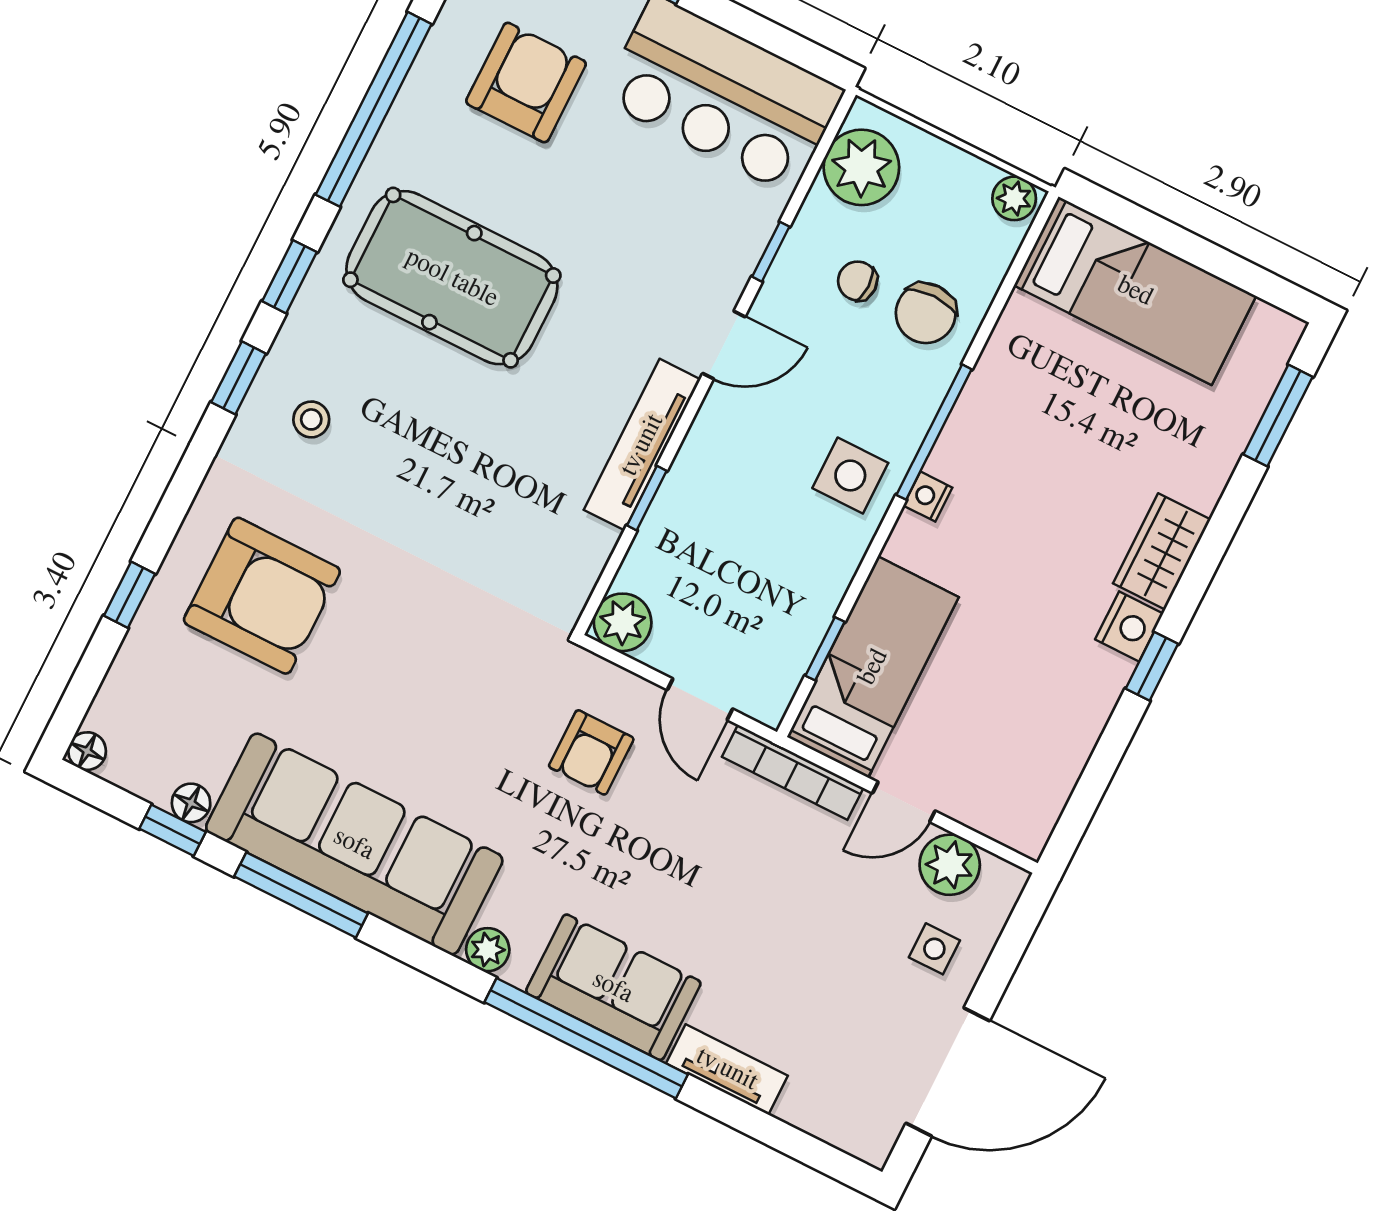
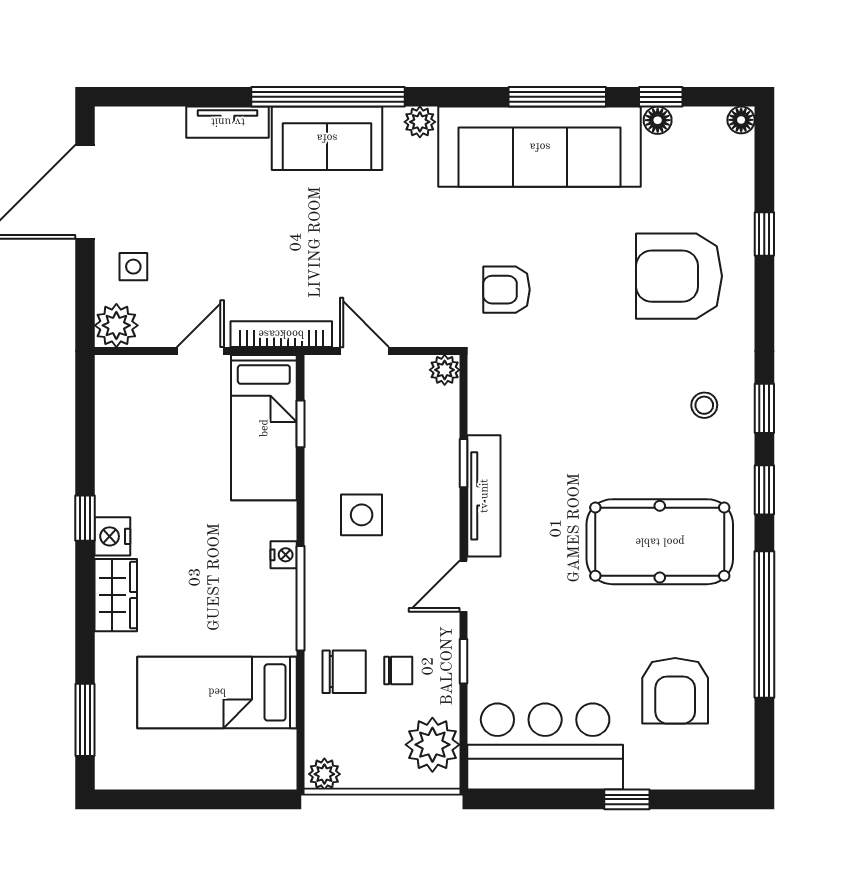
bed: (1135, 291) -> (217, 692), moved
chair: (926, 313) -> (344, 672), turned 90
side table: (850, 475) -> (362, 515), moved
plant: (623, 622) -> (445, 370), width x0.73, depth x0.73
armchair: (591, 752) -> (506, 290), moved, turned -90
plant: (950, 865) -> (116, 325), moved

